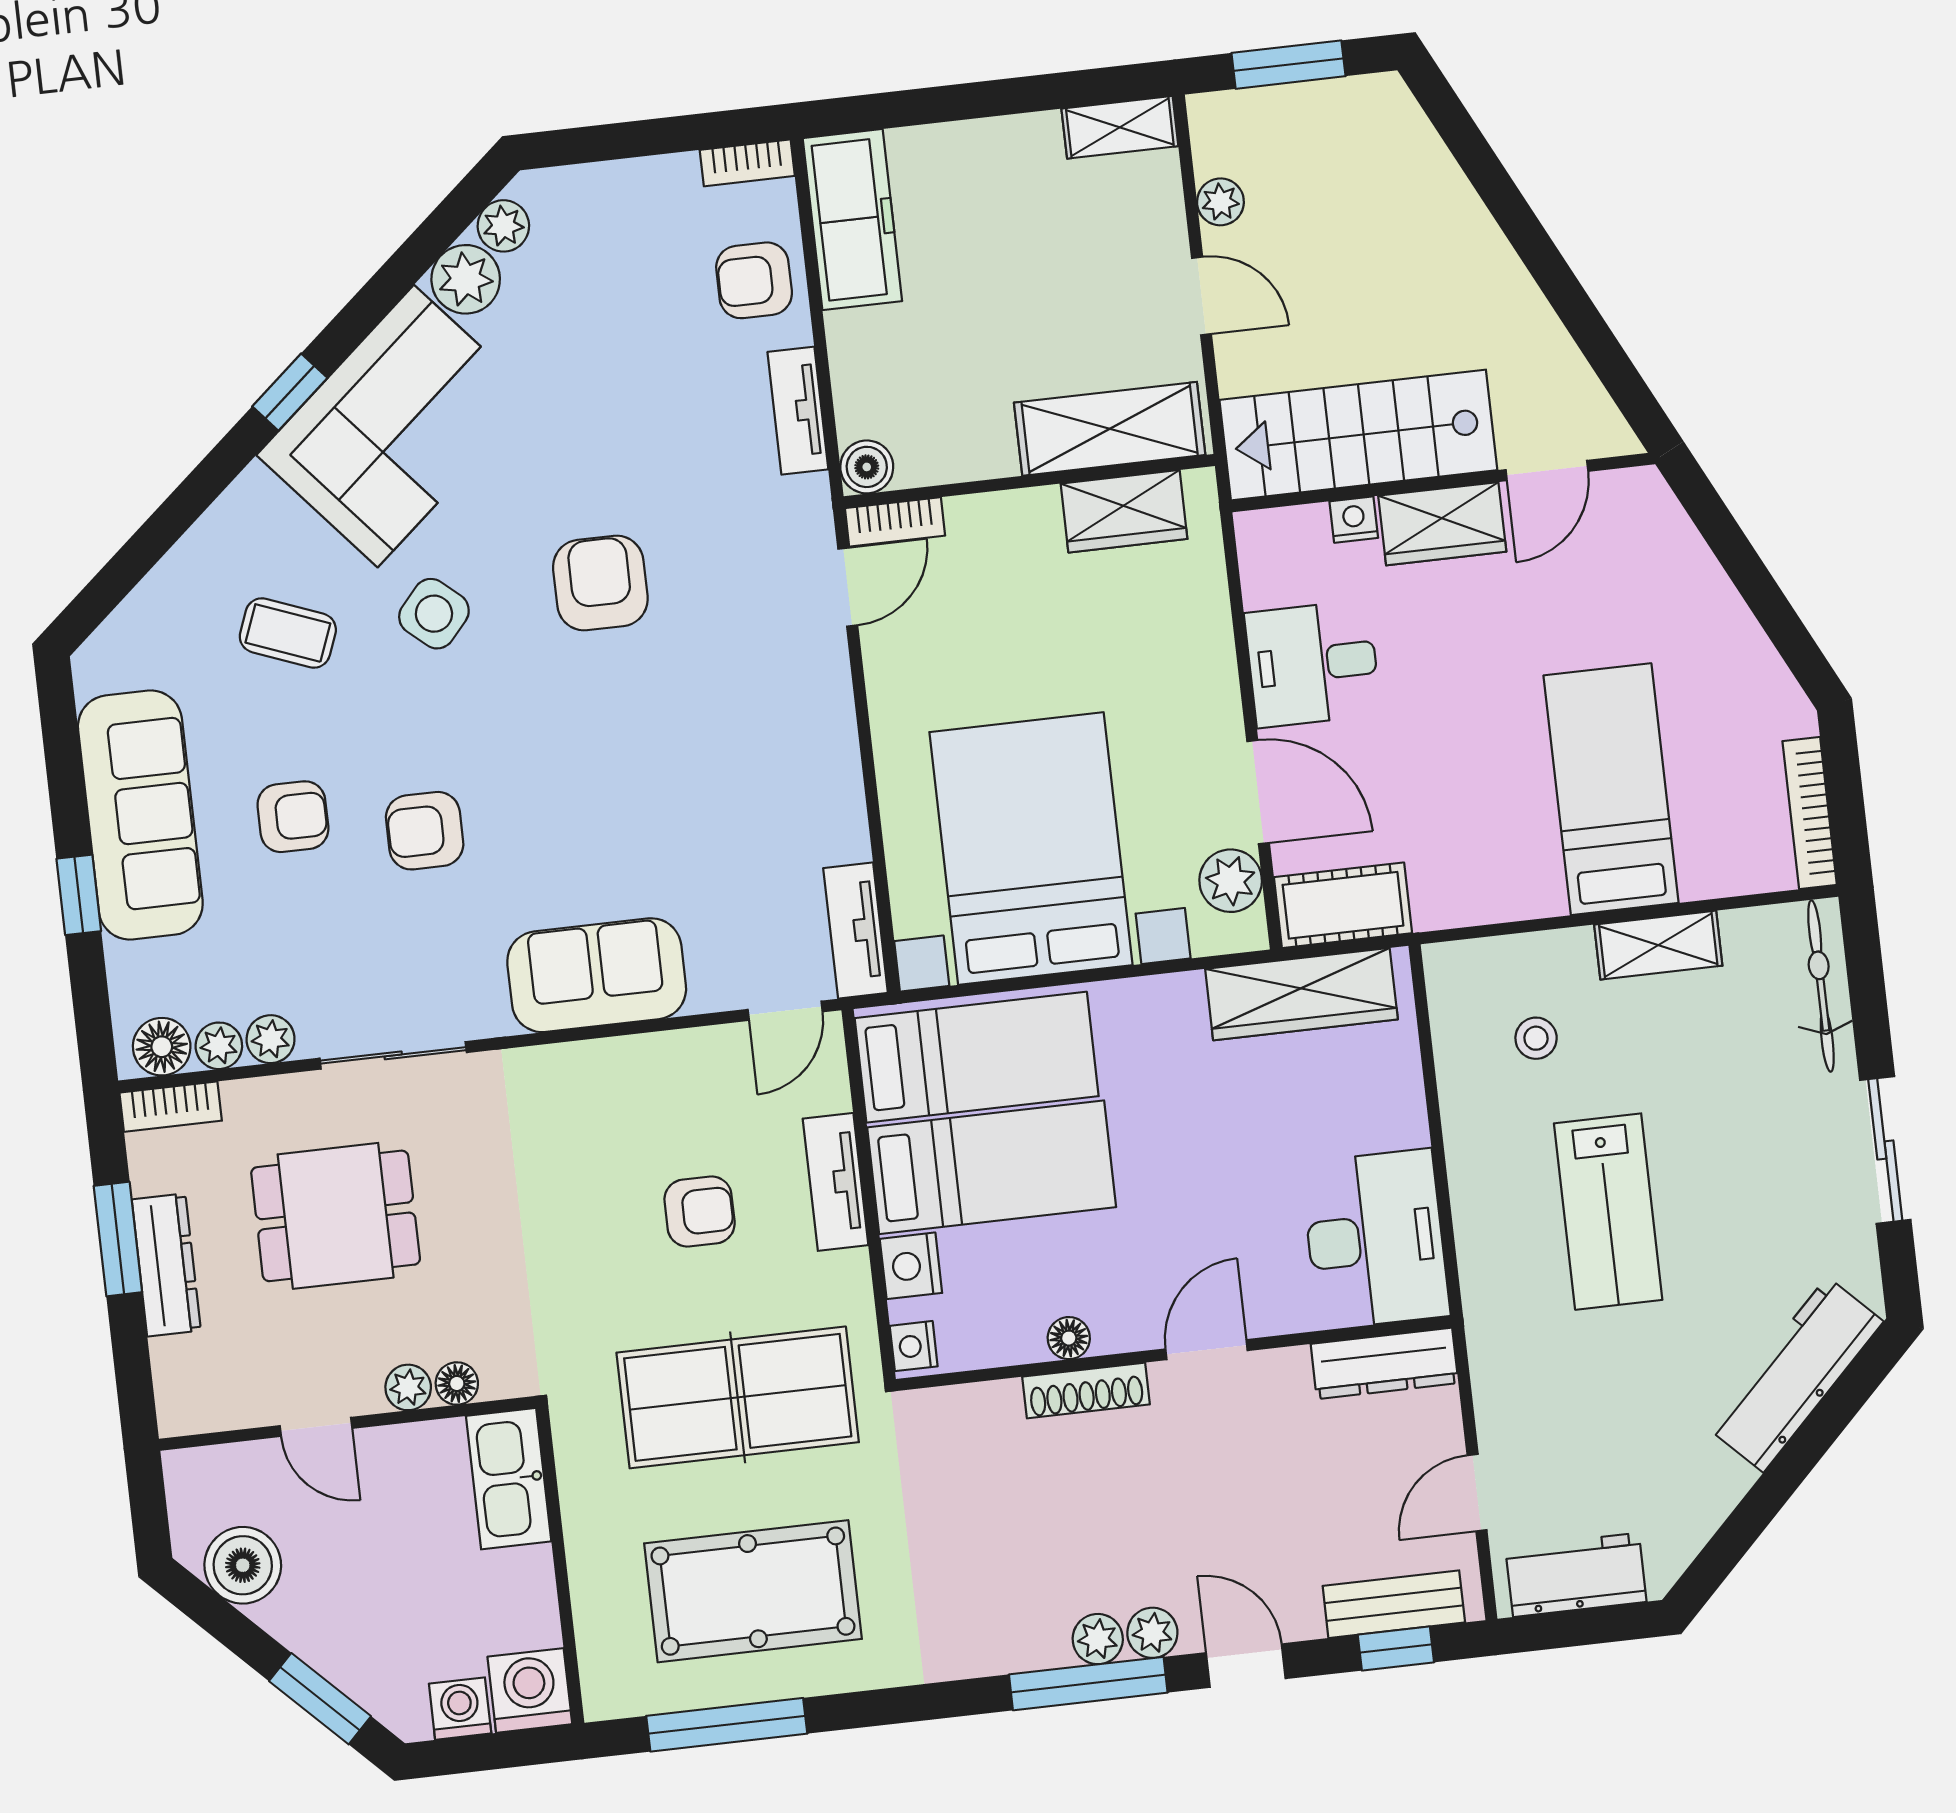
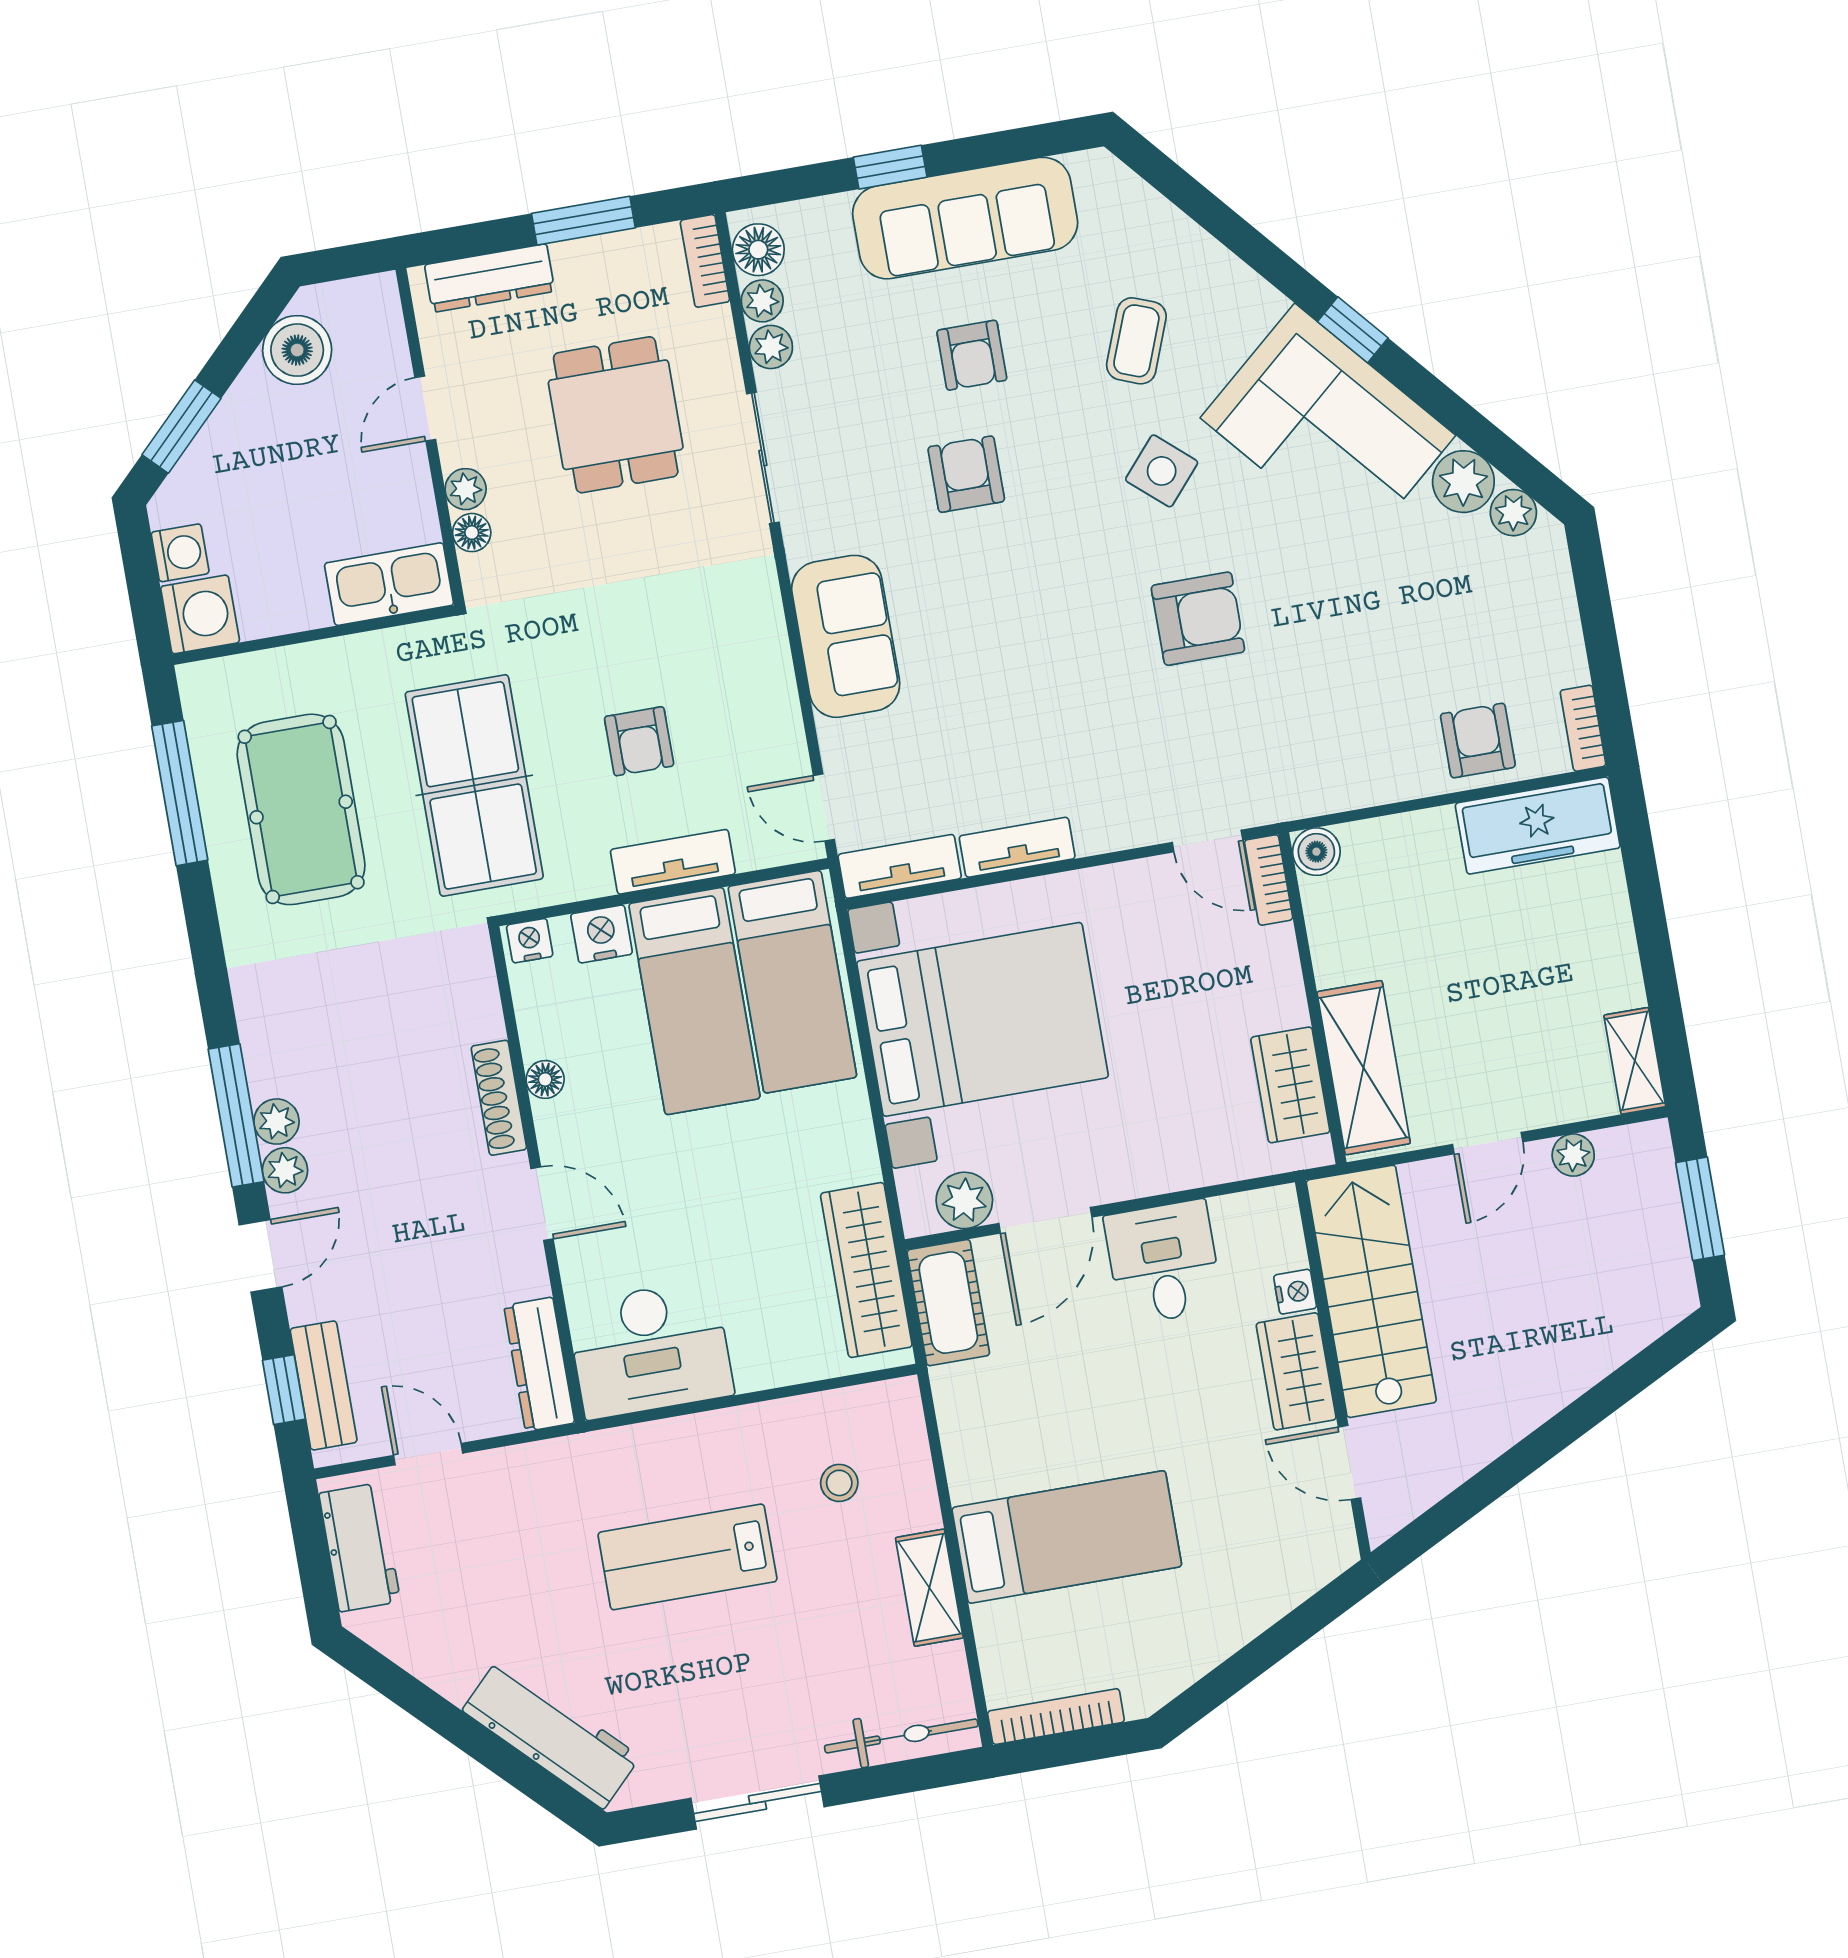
tv unit: (798, 411) -> (1017, 847), moved
dresser: (166, 1265) -> (490, 278), moved

